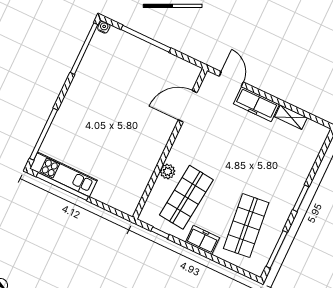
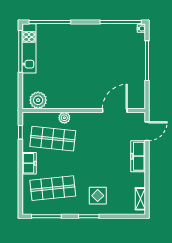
door: (188, 106) -> (115, 110), hinge flipped
shelving: (291, 117) -> (140, 199), moved
display table: (281, 175) -> (98, 196), added
plant: (131, 193) -> (38, 100), added

